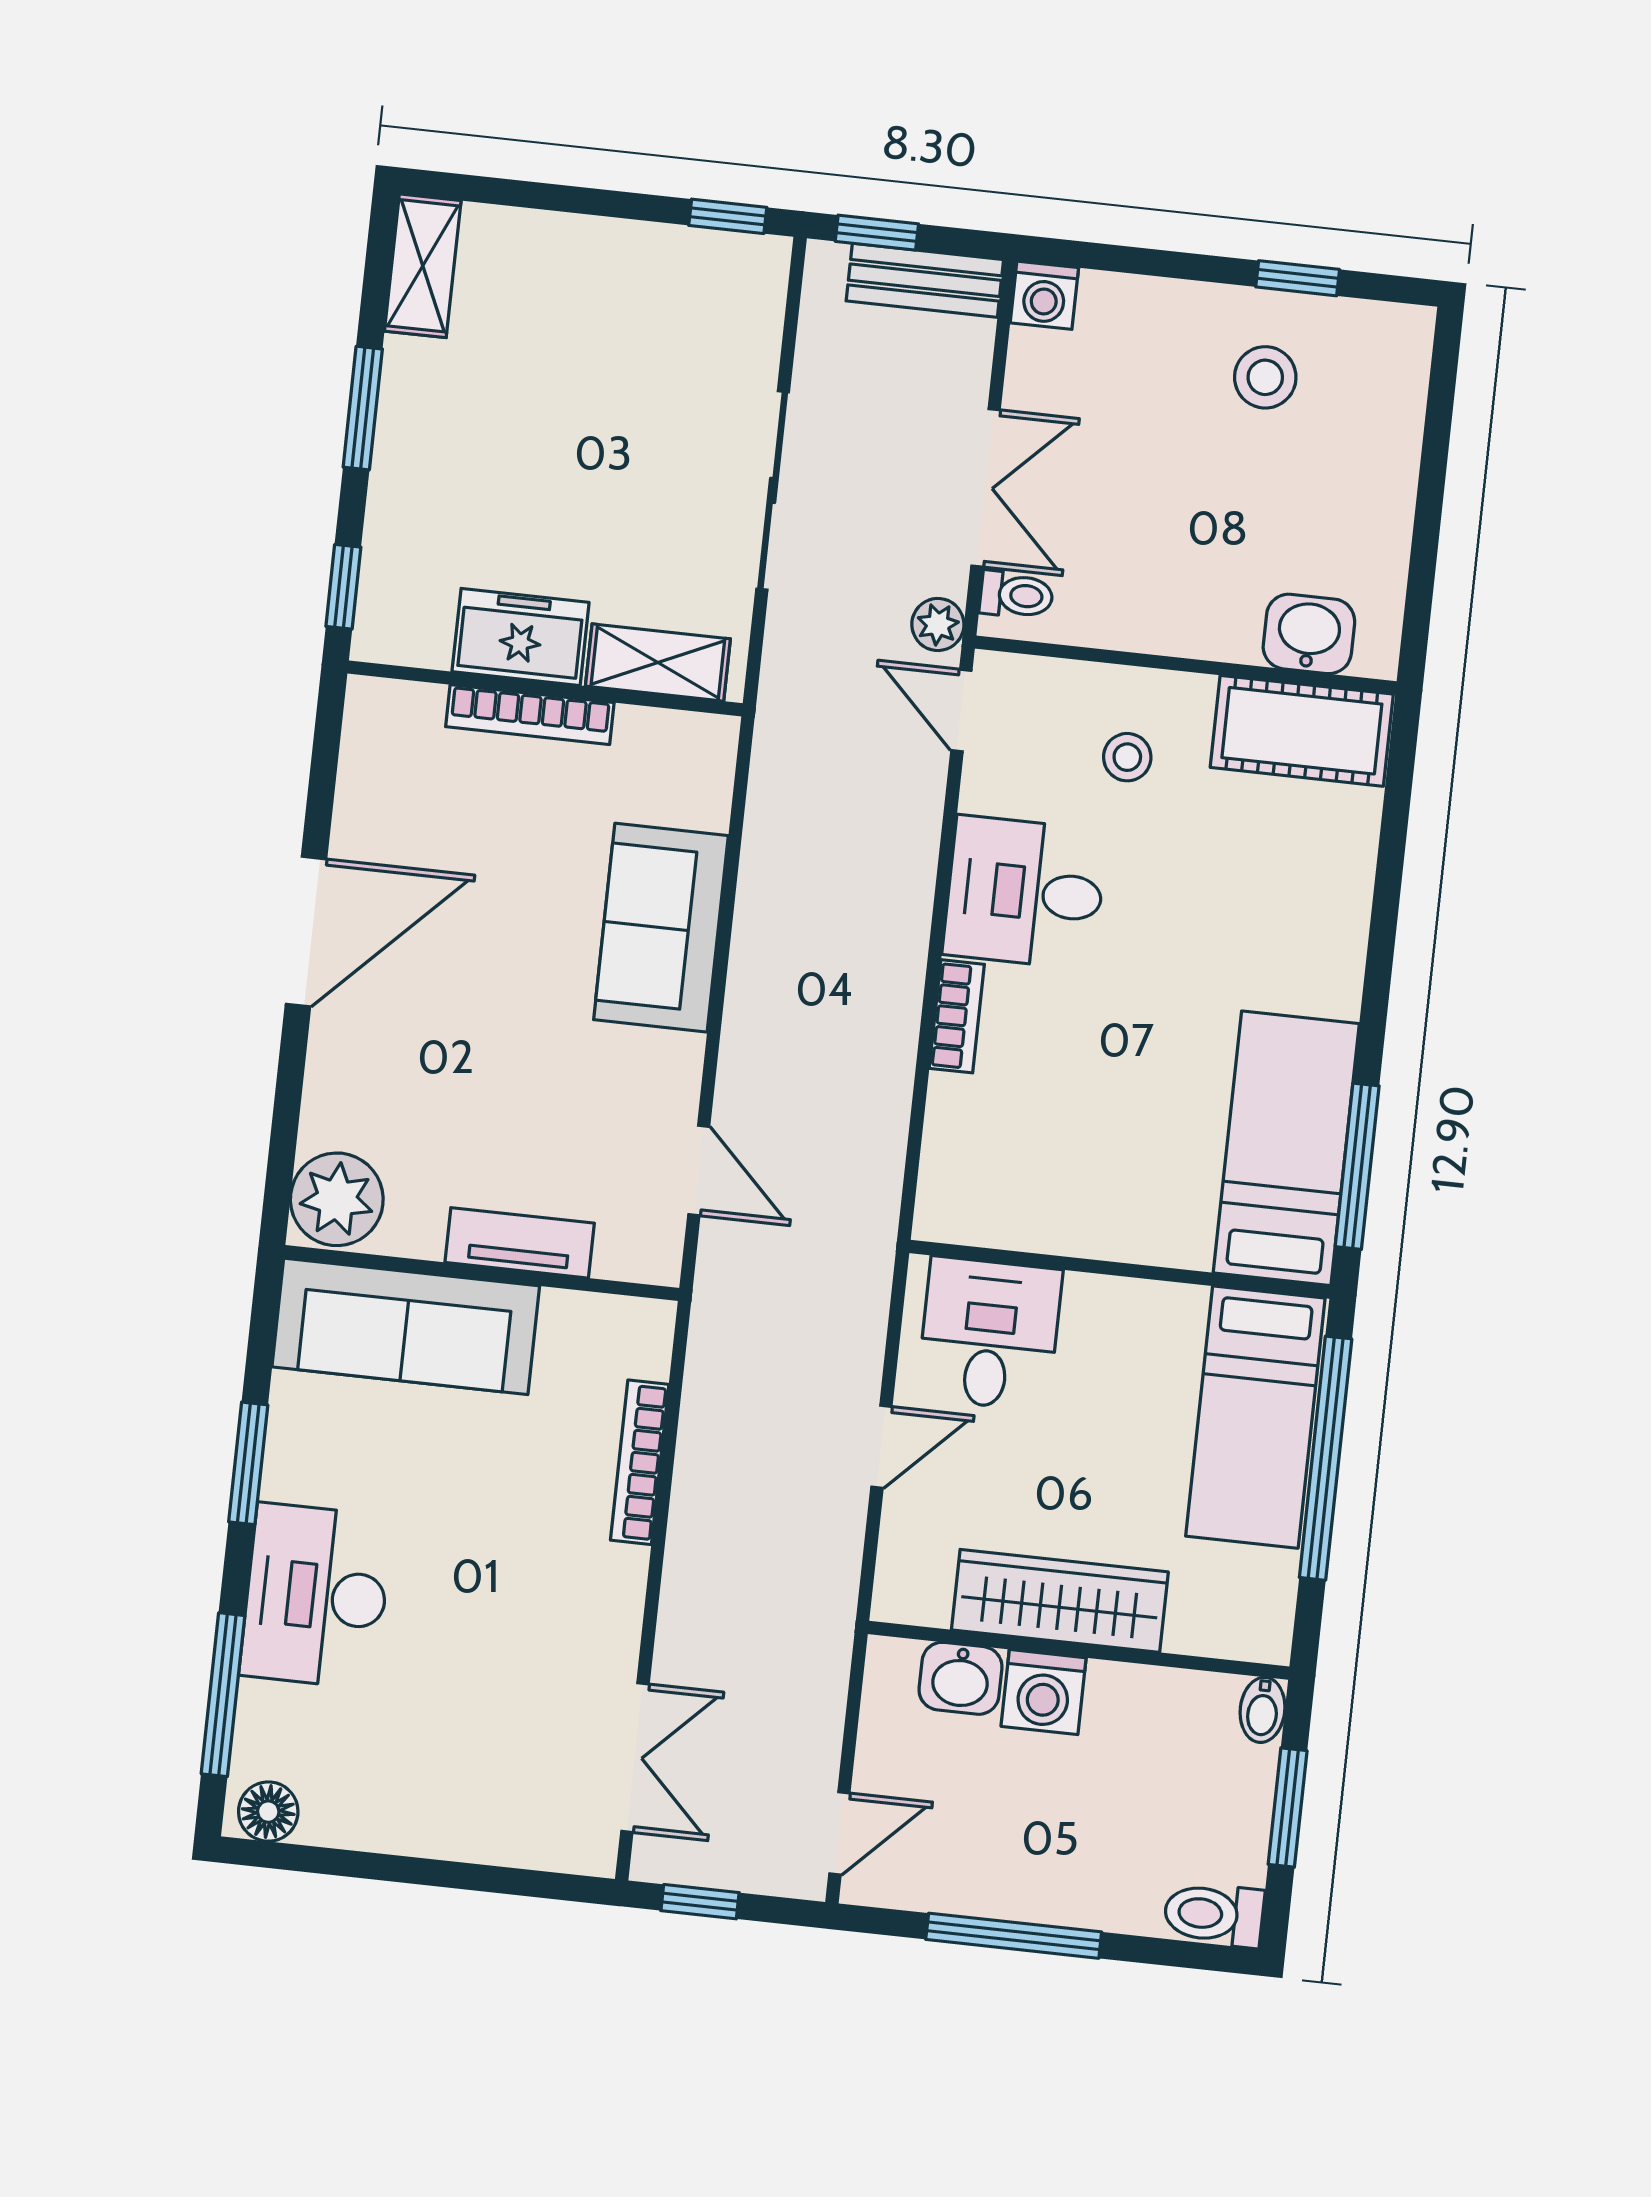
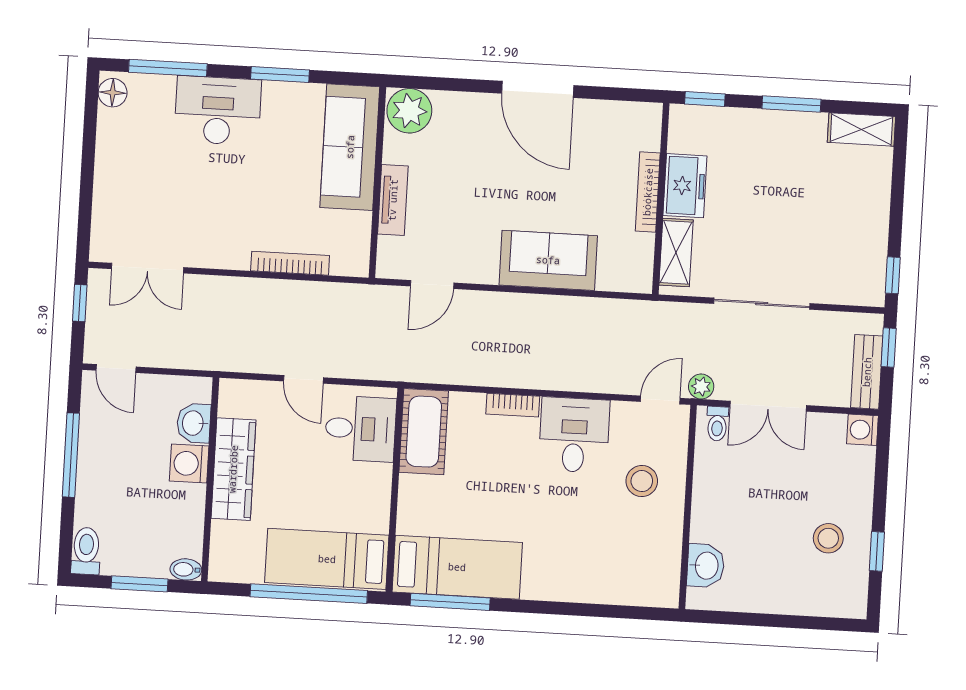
cot: (1302, 731) -> (424, 432), moved
stool: (1127, 757) -> (642, 481), width x1.37, depth x1.37

